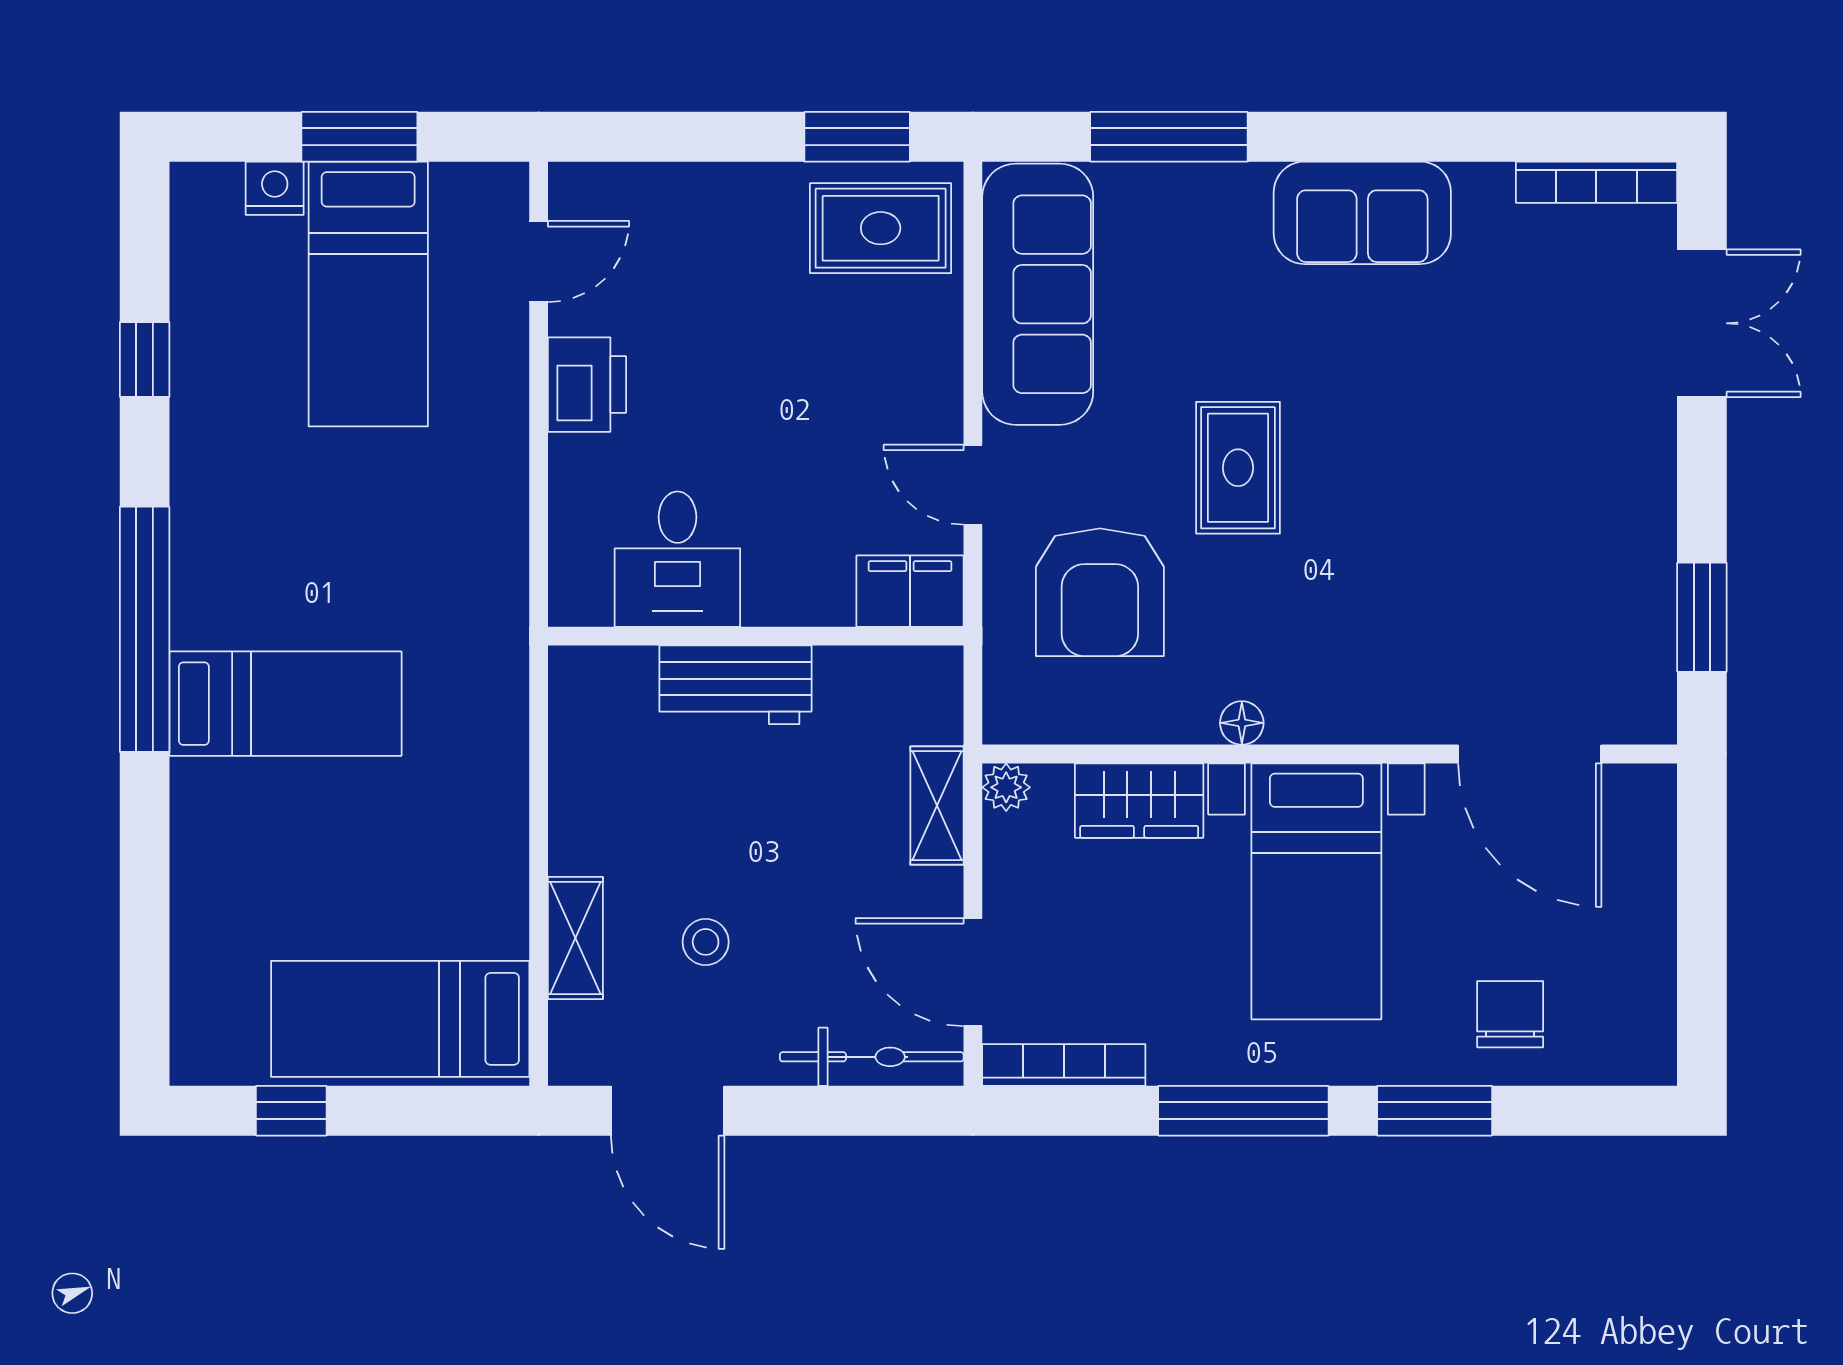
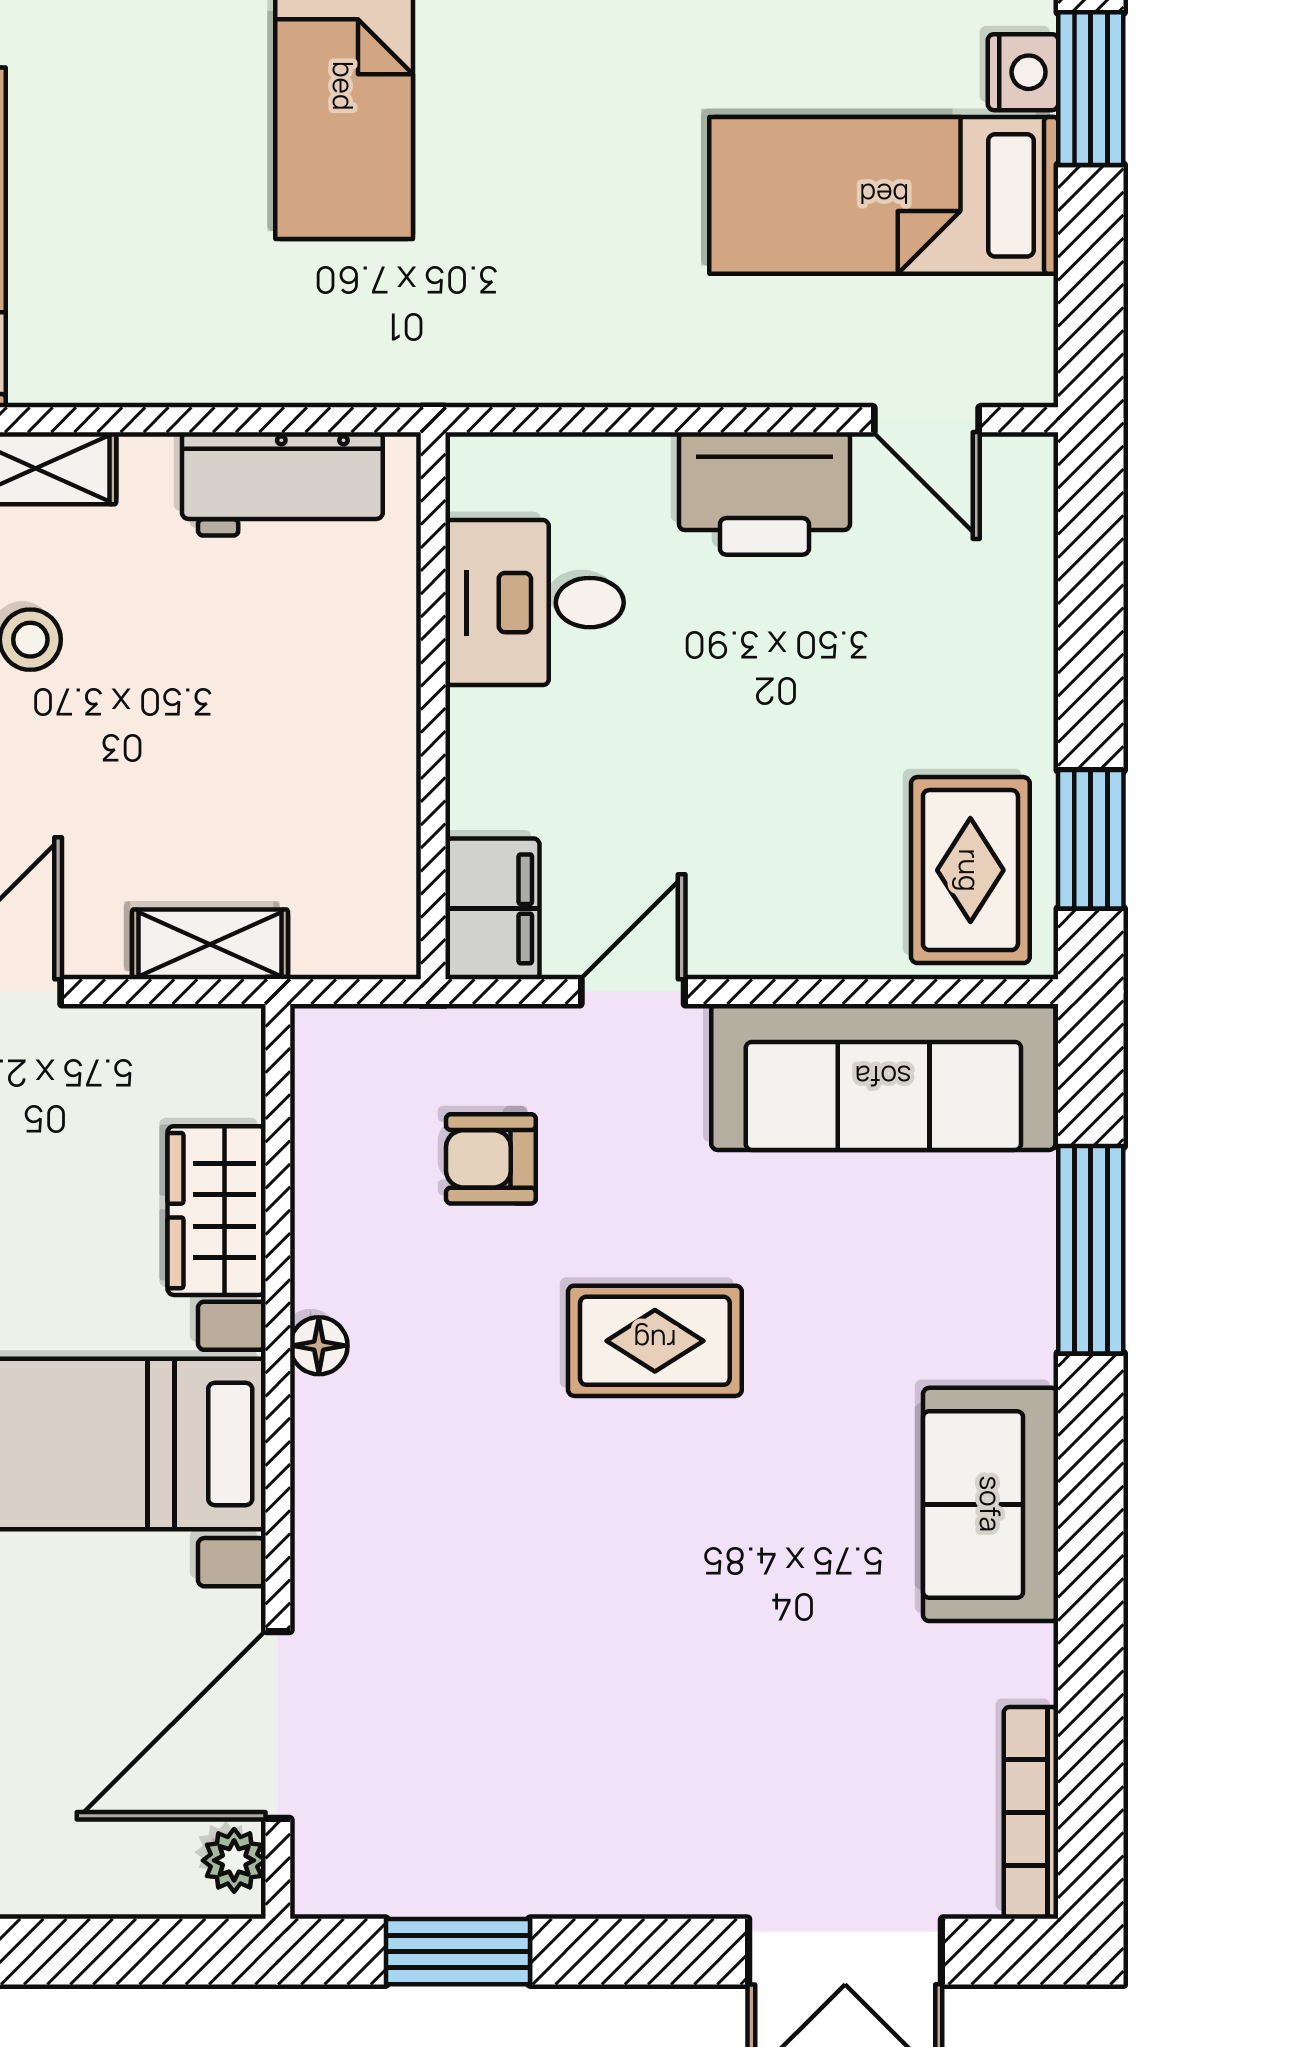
window: (359, 137) -> (1091, 89), moved
printer: (587, 385) -> (764, 493), width x1.37, depth x1.19
armchair: (1100, 592) -> (491, 1159), width x0.53, depth x0.53
workbench: (735, 685) -> (282, 484), moved, turned -90
plant: (1006, 787) -> (234, 1860), moved

